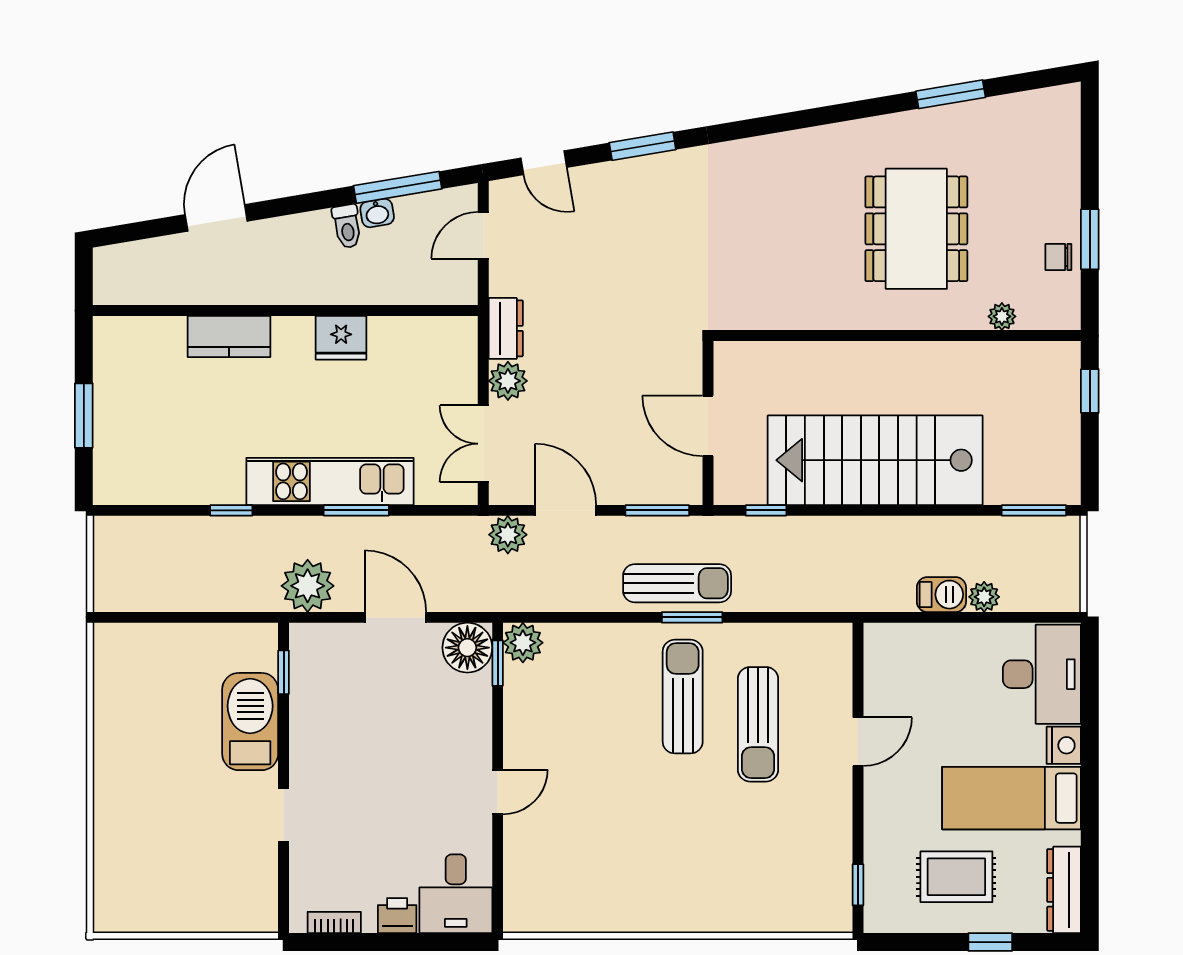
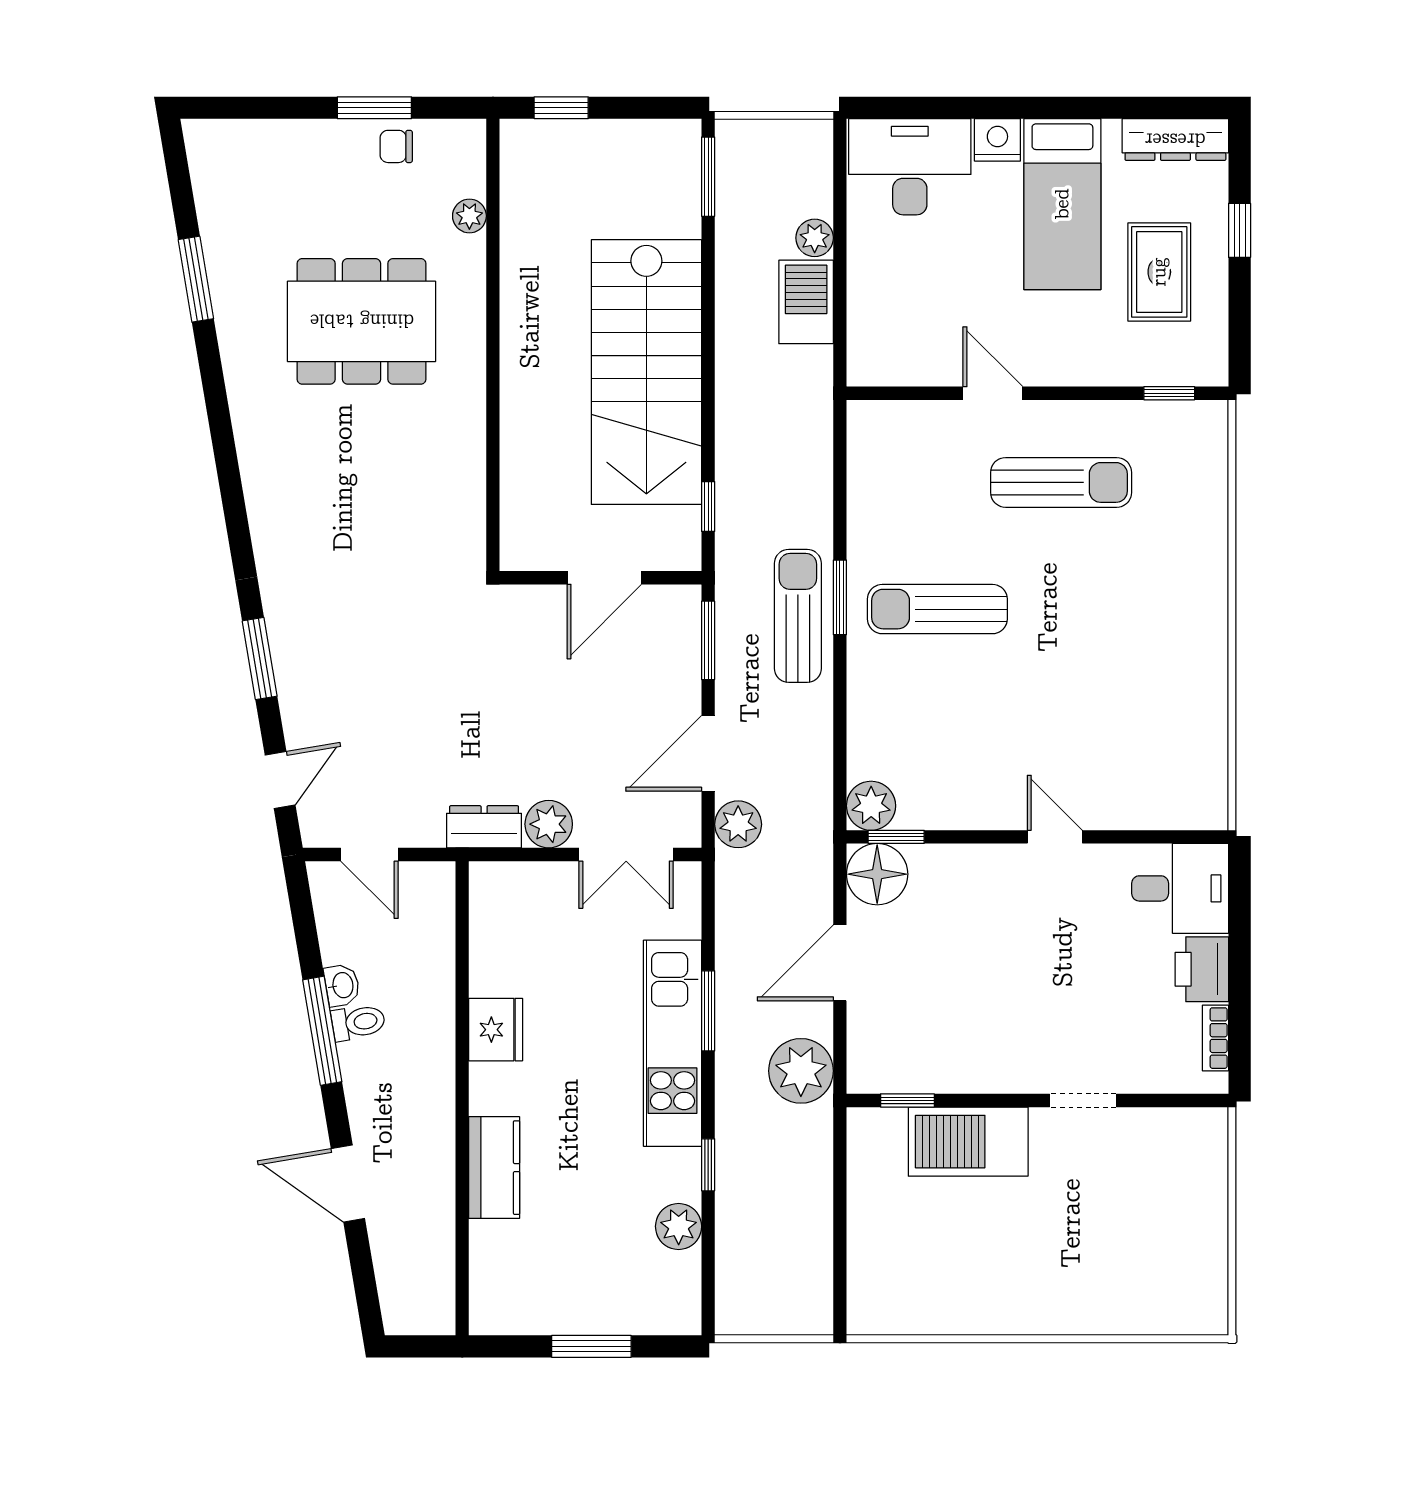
window: (398, 187) -> (322, 1031), moved
chair: (1058, 257) -> (396, 146), turned 90
plant: (181, 486) -> (679, 1226), added
barbecue: (941, 595) -> (806, 302), width x1.38, depth x1.27
sun lounger: (758, 724) -> (1061, 482), moved
printer: (397, 916) -> (1202, 969), width x1.36, depth x1.24

